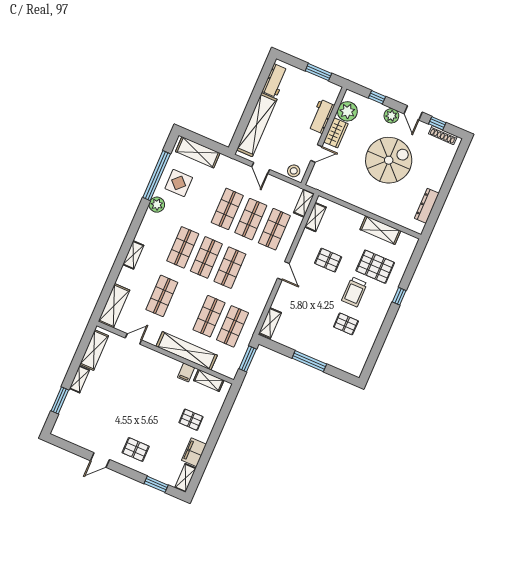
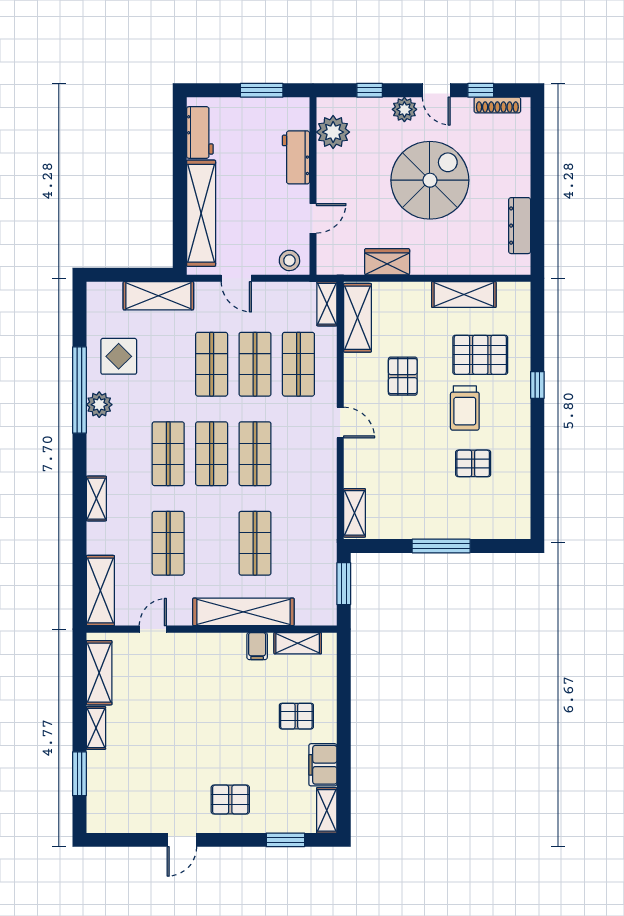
wardrobe: (336, 133) -> (387, 262), moved, turned -90
shelving: (198, 152) -> (158, 296), moved
window: (157, 176) -> (79, 390), moved
shelving: (315, 217) -> (358, 318), width x1.50, depth x1.33
pallet: (328, 260) -> (403, 376), turned 90
shop shelf: (233, 326) -> (298, 543), removed

